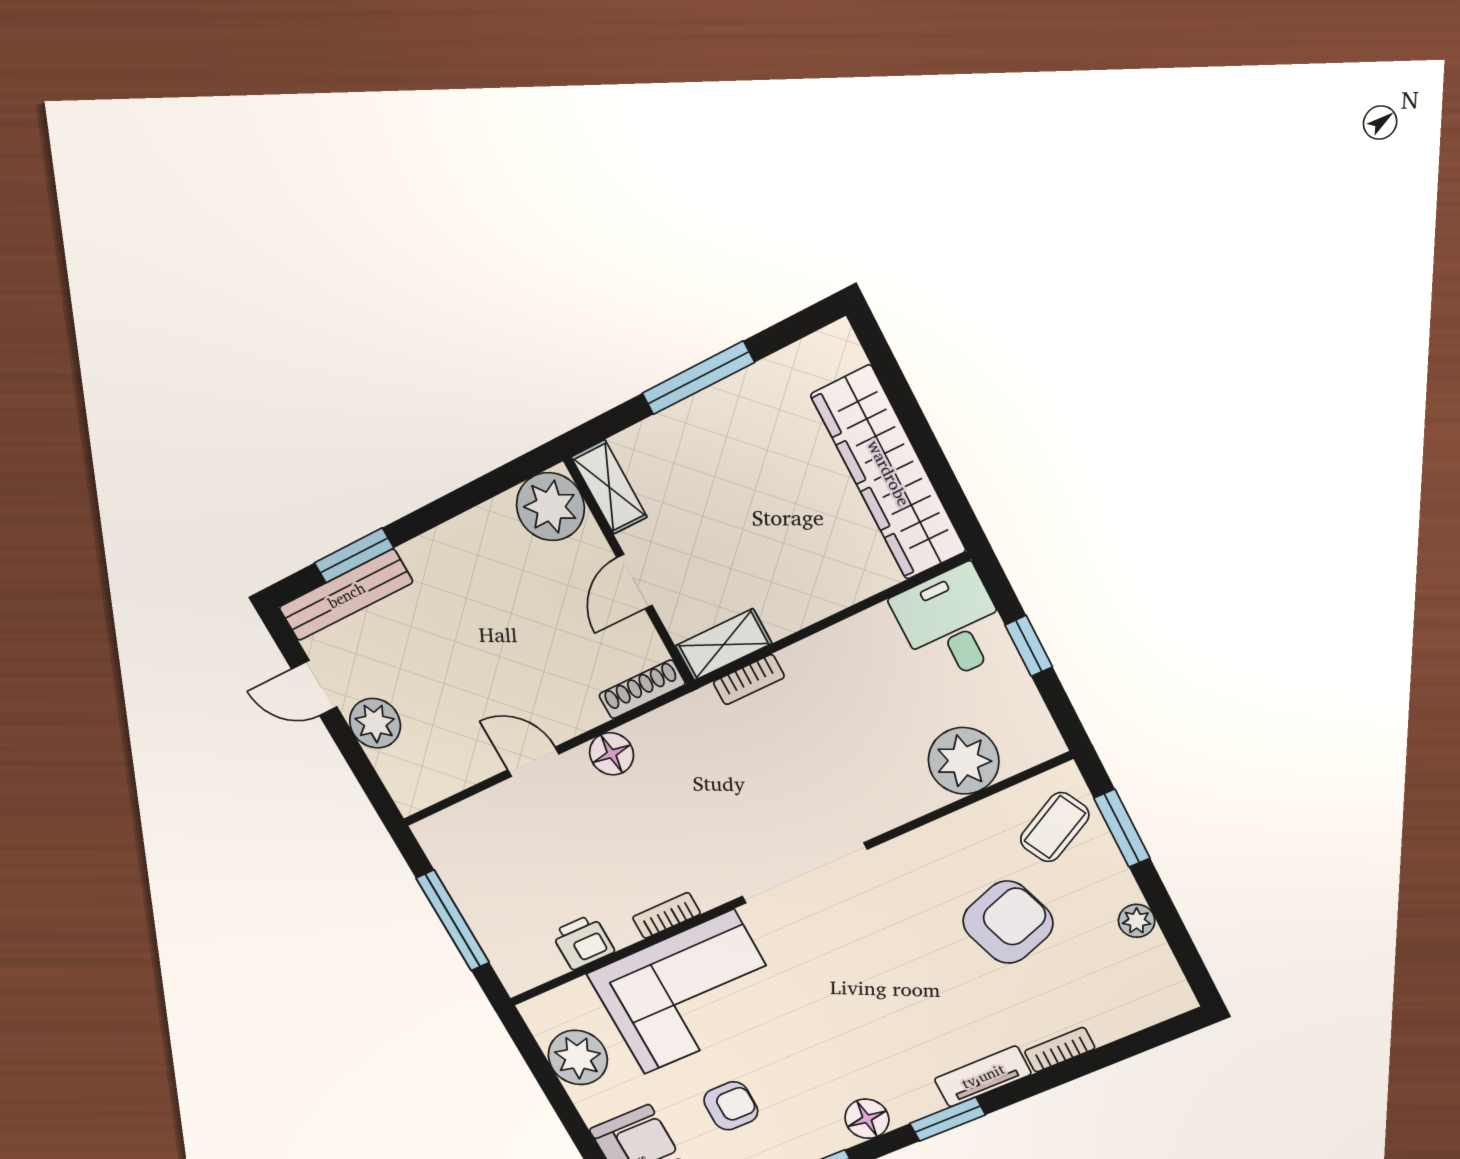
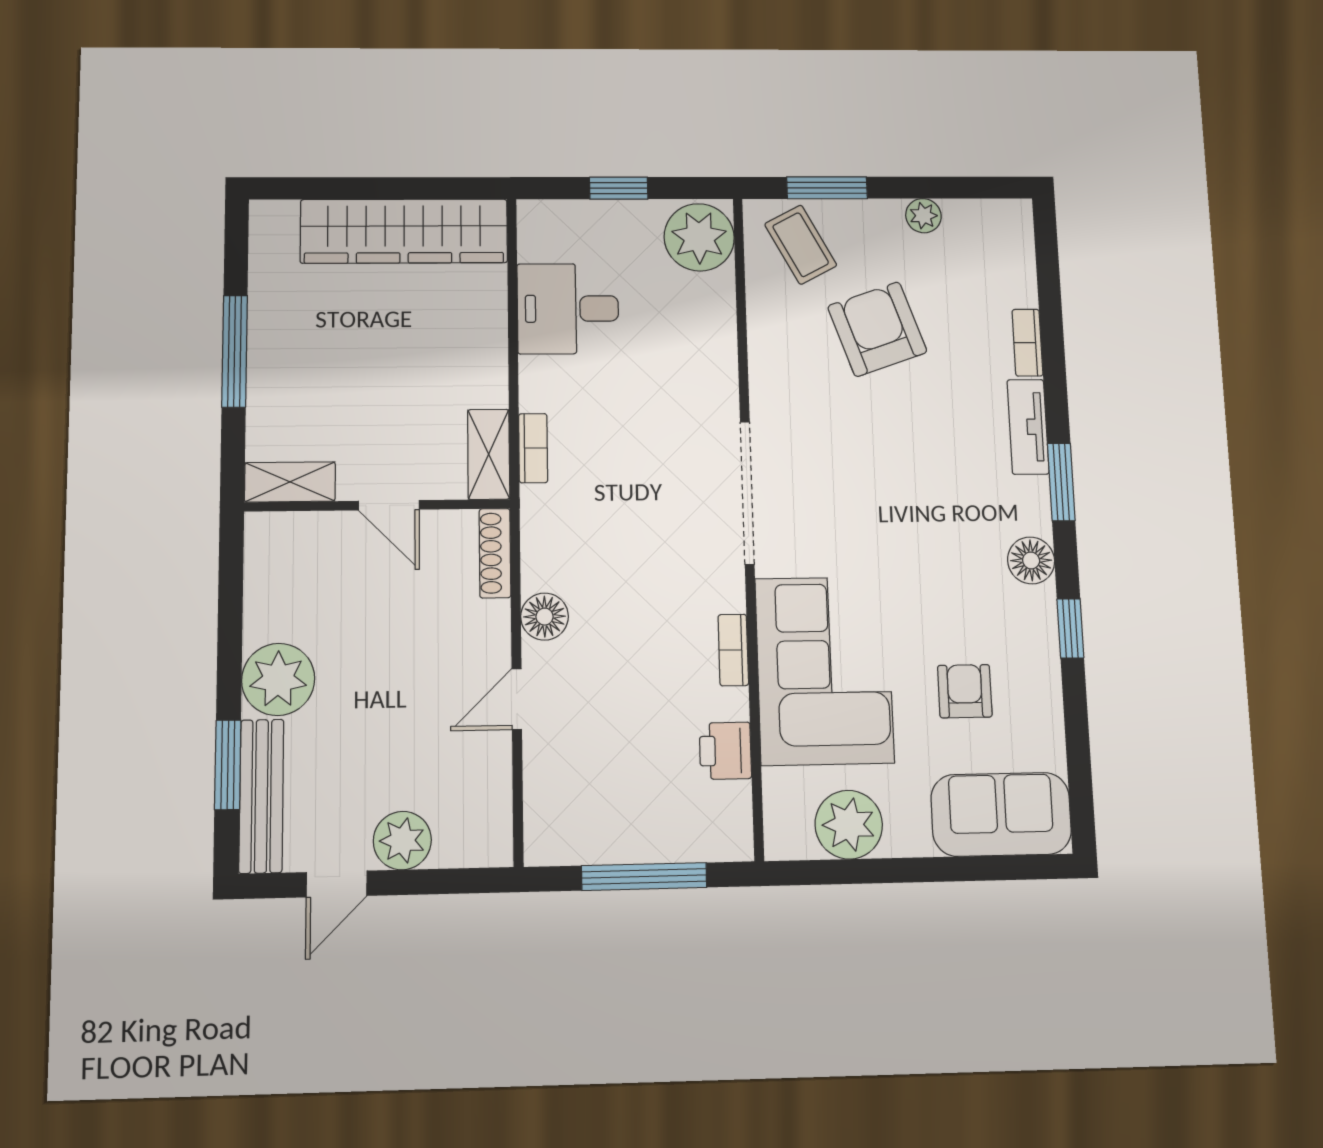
plant: (550, 507) -> (278, 679), moved
desk: (952, 624) -> (568, 309), moved
plant: (964, 761) -> (699, 237), moved

